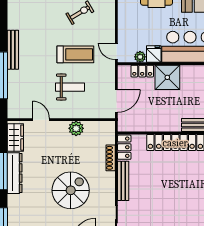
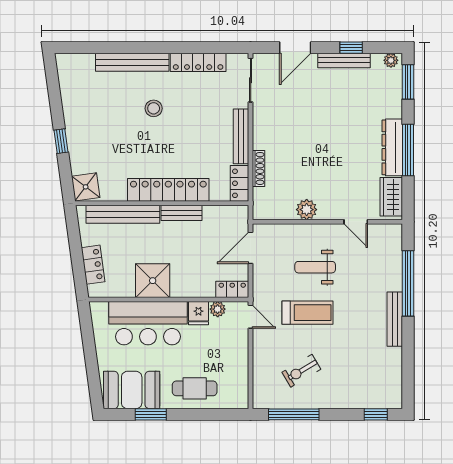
treadmill: (75, 54) -> (308, 313), turned 180
locker: (142, 71) -> (232, 289), moved
shower: (167, 77) -> (153, 281), moved
bench: (166, 126) -> (181, 213), added
spiral stairs: (71, 190) -> (314, 123), removed
stool: (186, 201) -> (154, 108), added

